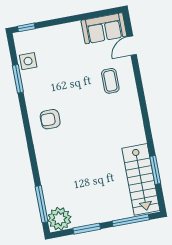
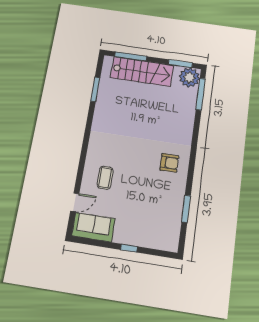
window: (26, 27) -> (129, 248), moved
side table: (28, 61) -> (172, 222), removed
stairs: (141, 179) -> (142, 71), moved, turned 90
window: (87, 229) -> (180, 64), moved

